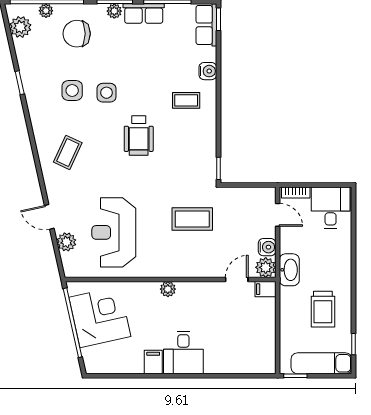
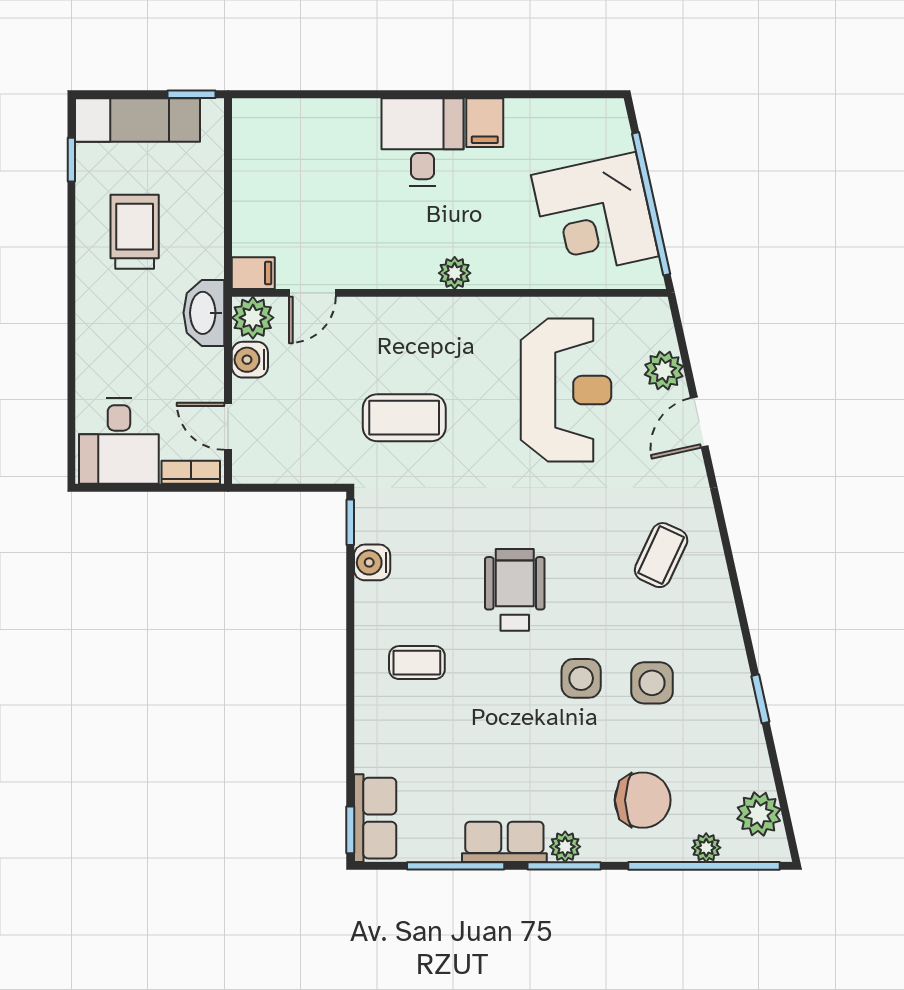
water cooler: (208, 71) -> (372, 562), moved
door: (49, 217) -> (699, 422), swing flipped

